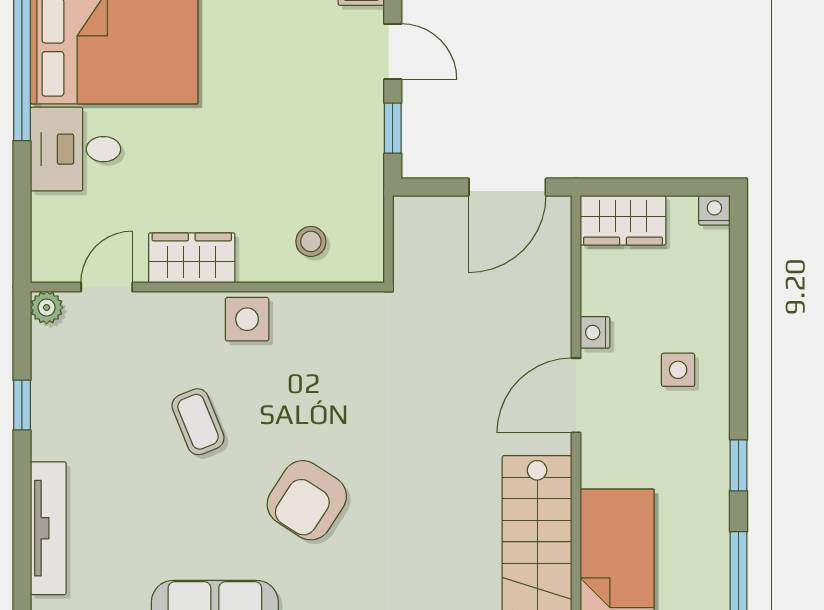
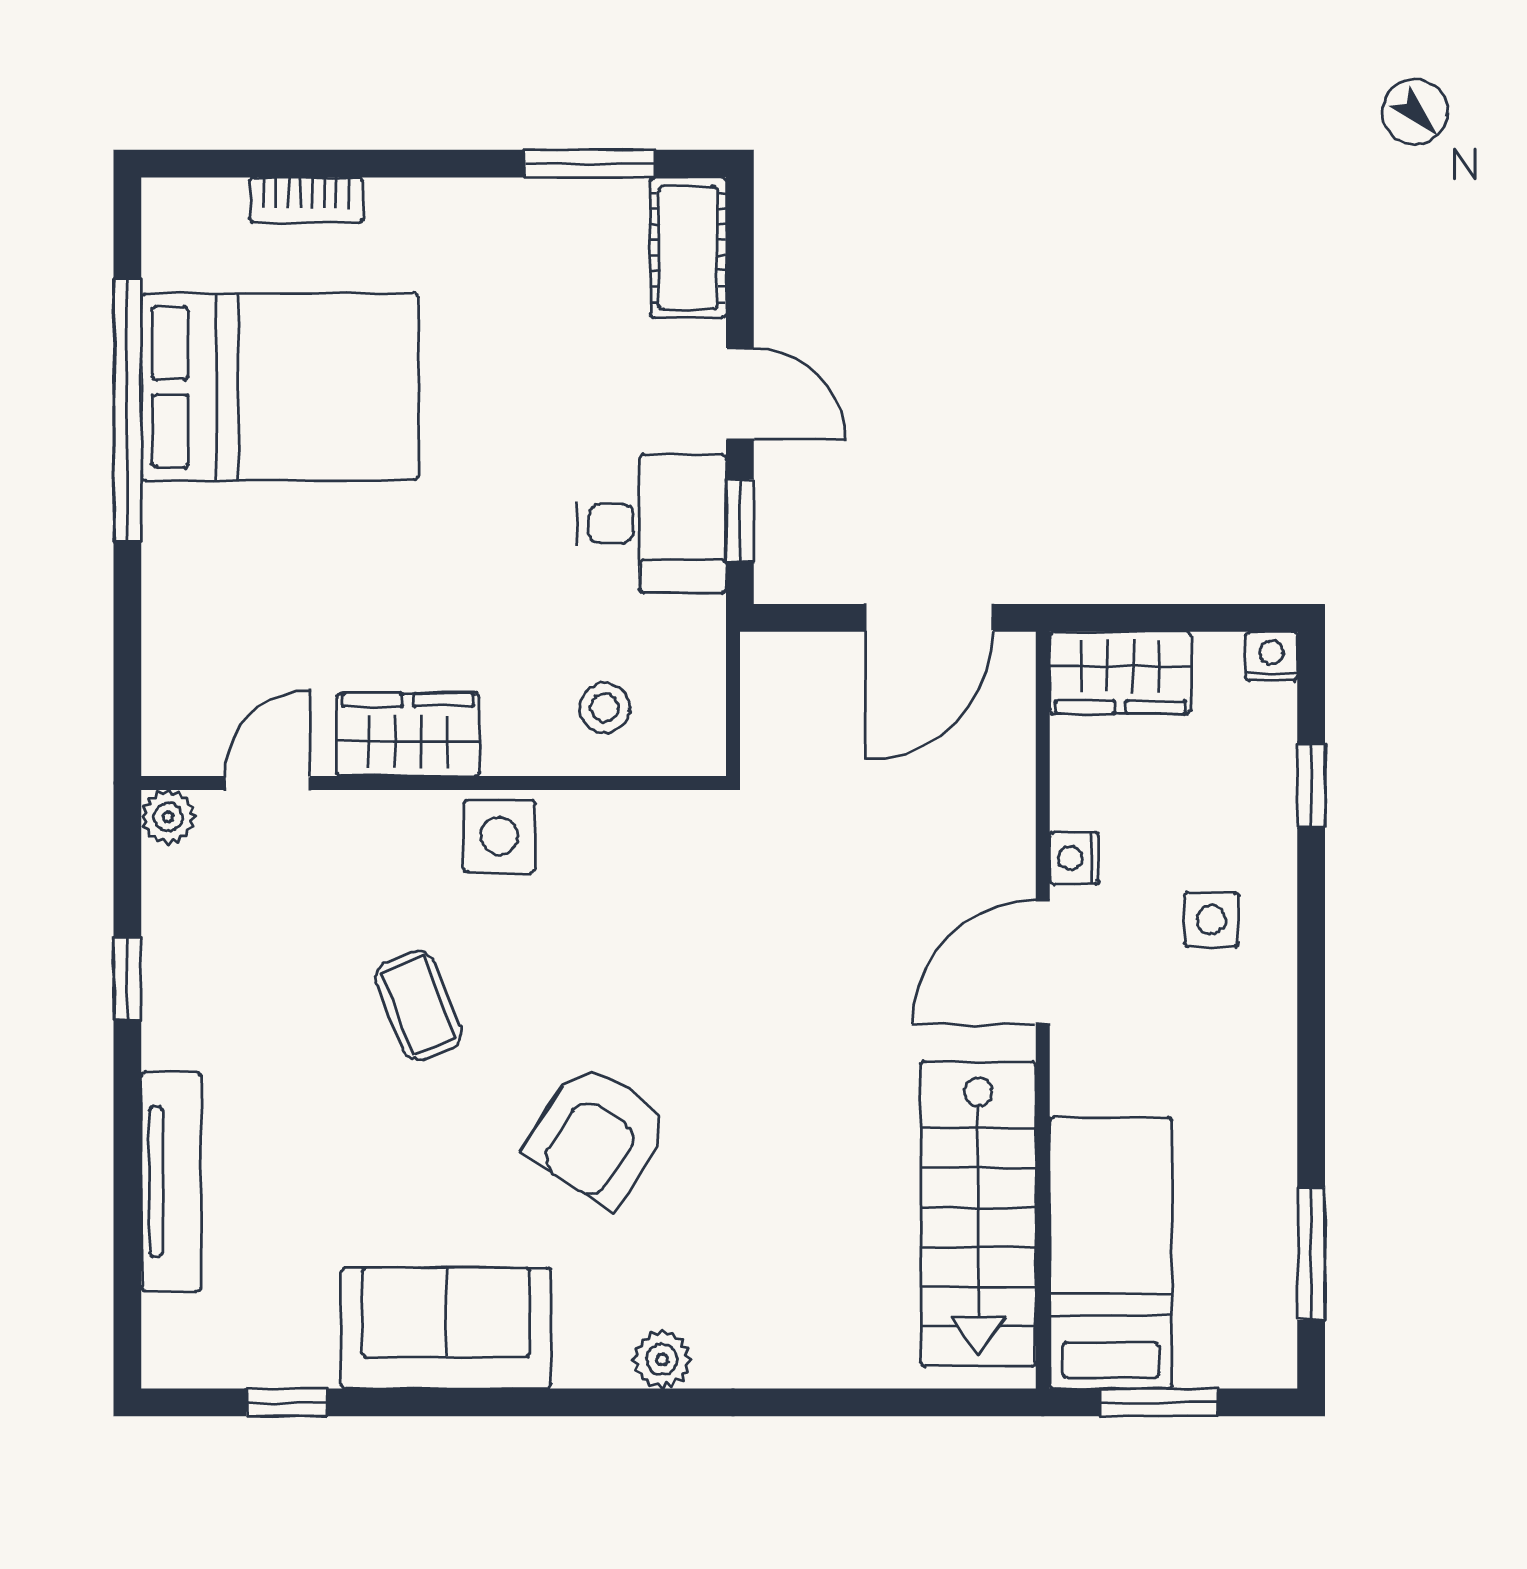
desk: (75, 149) -> (652, 524), moved, turned 180
window: (738, 465) -> (1311, 786), moved

